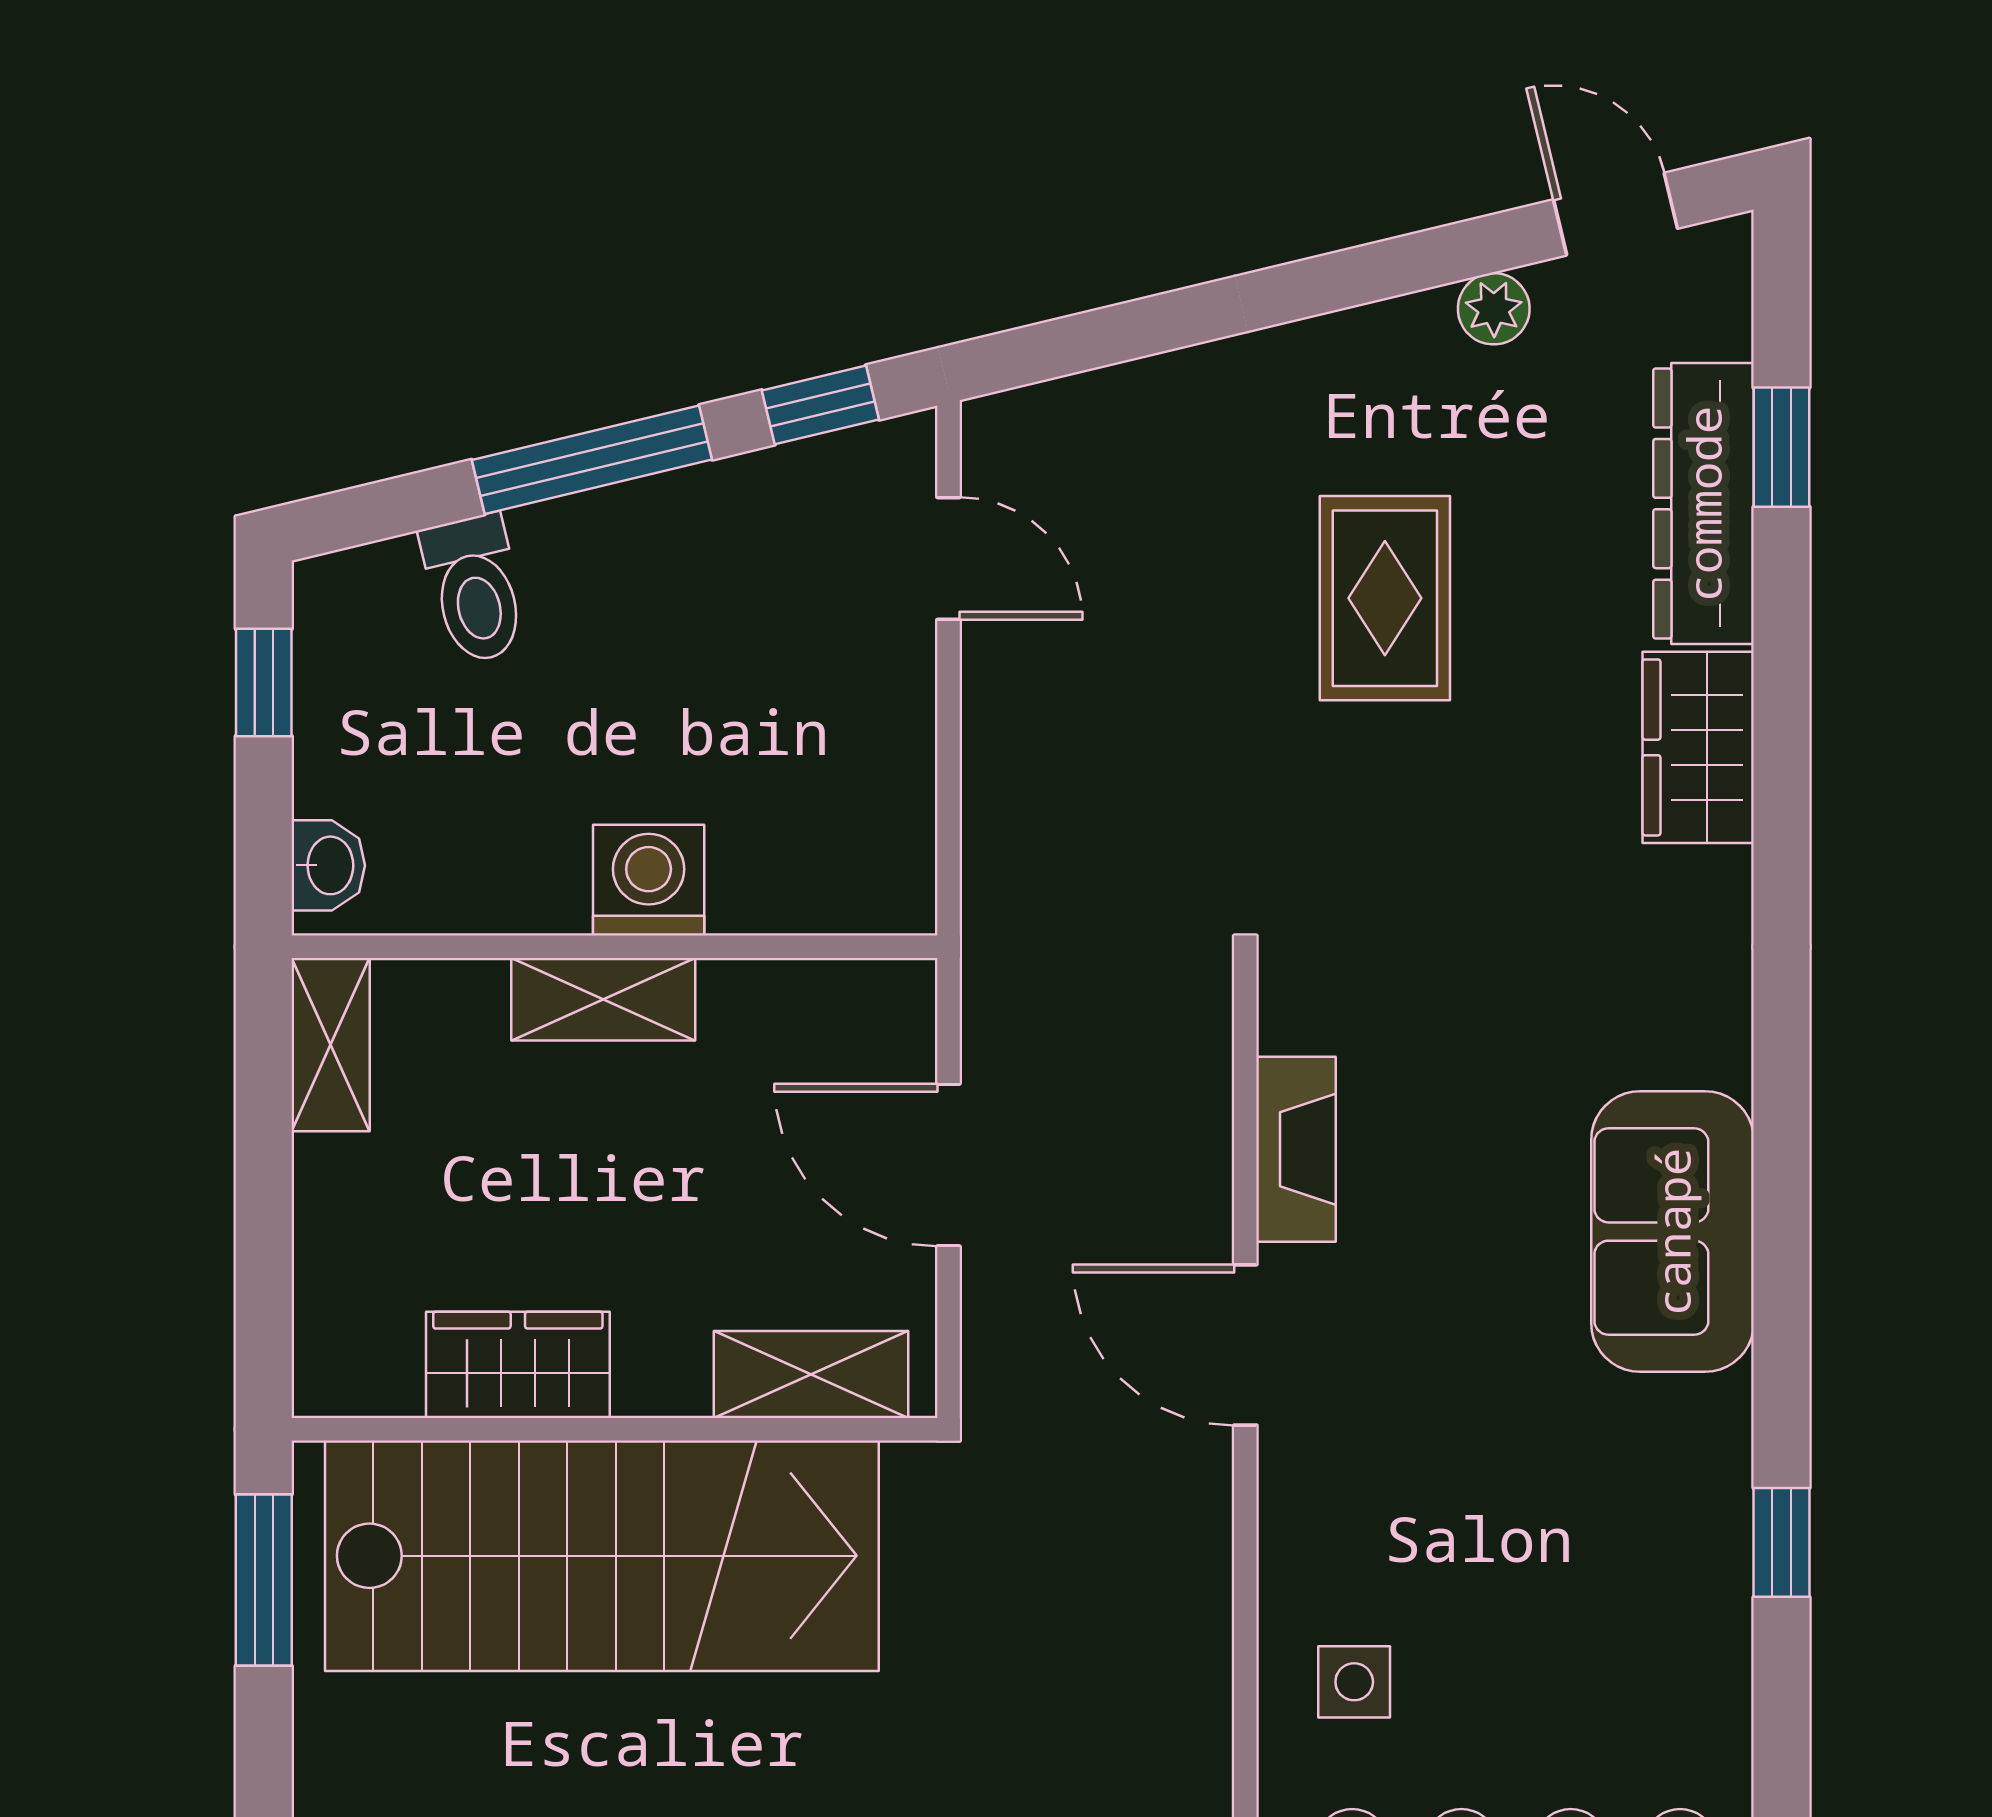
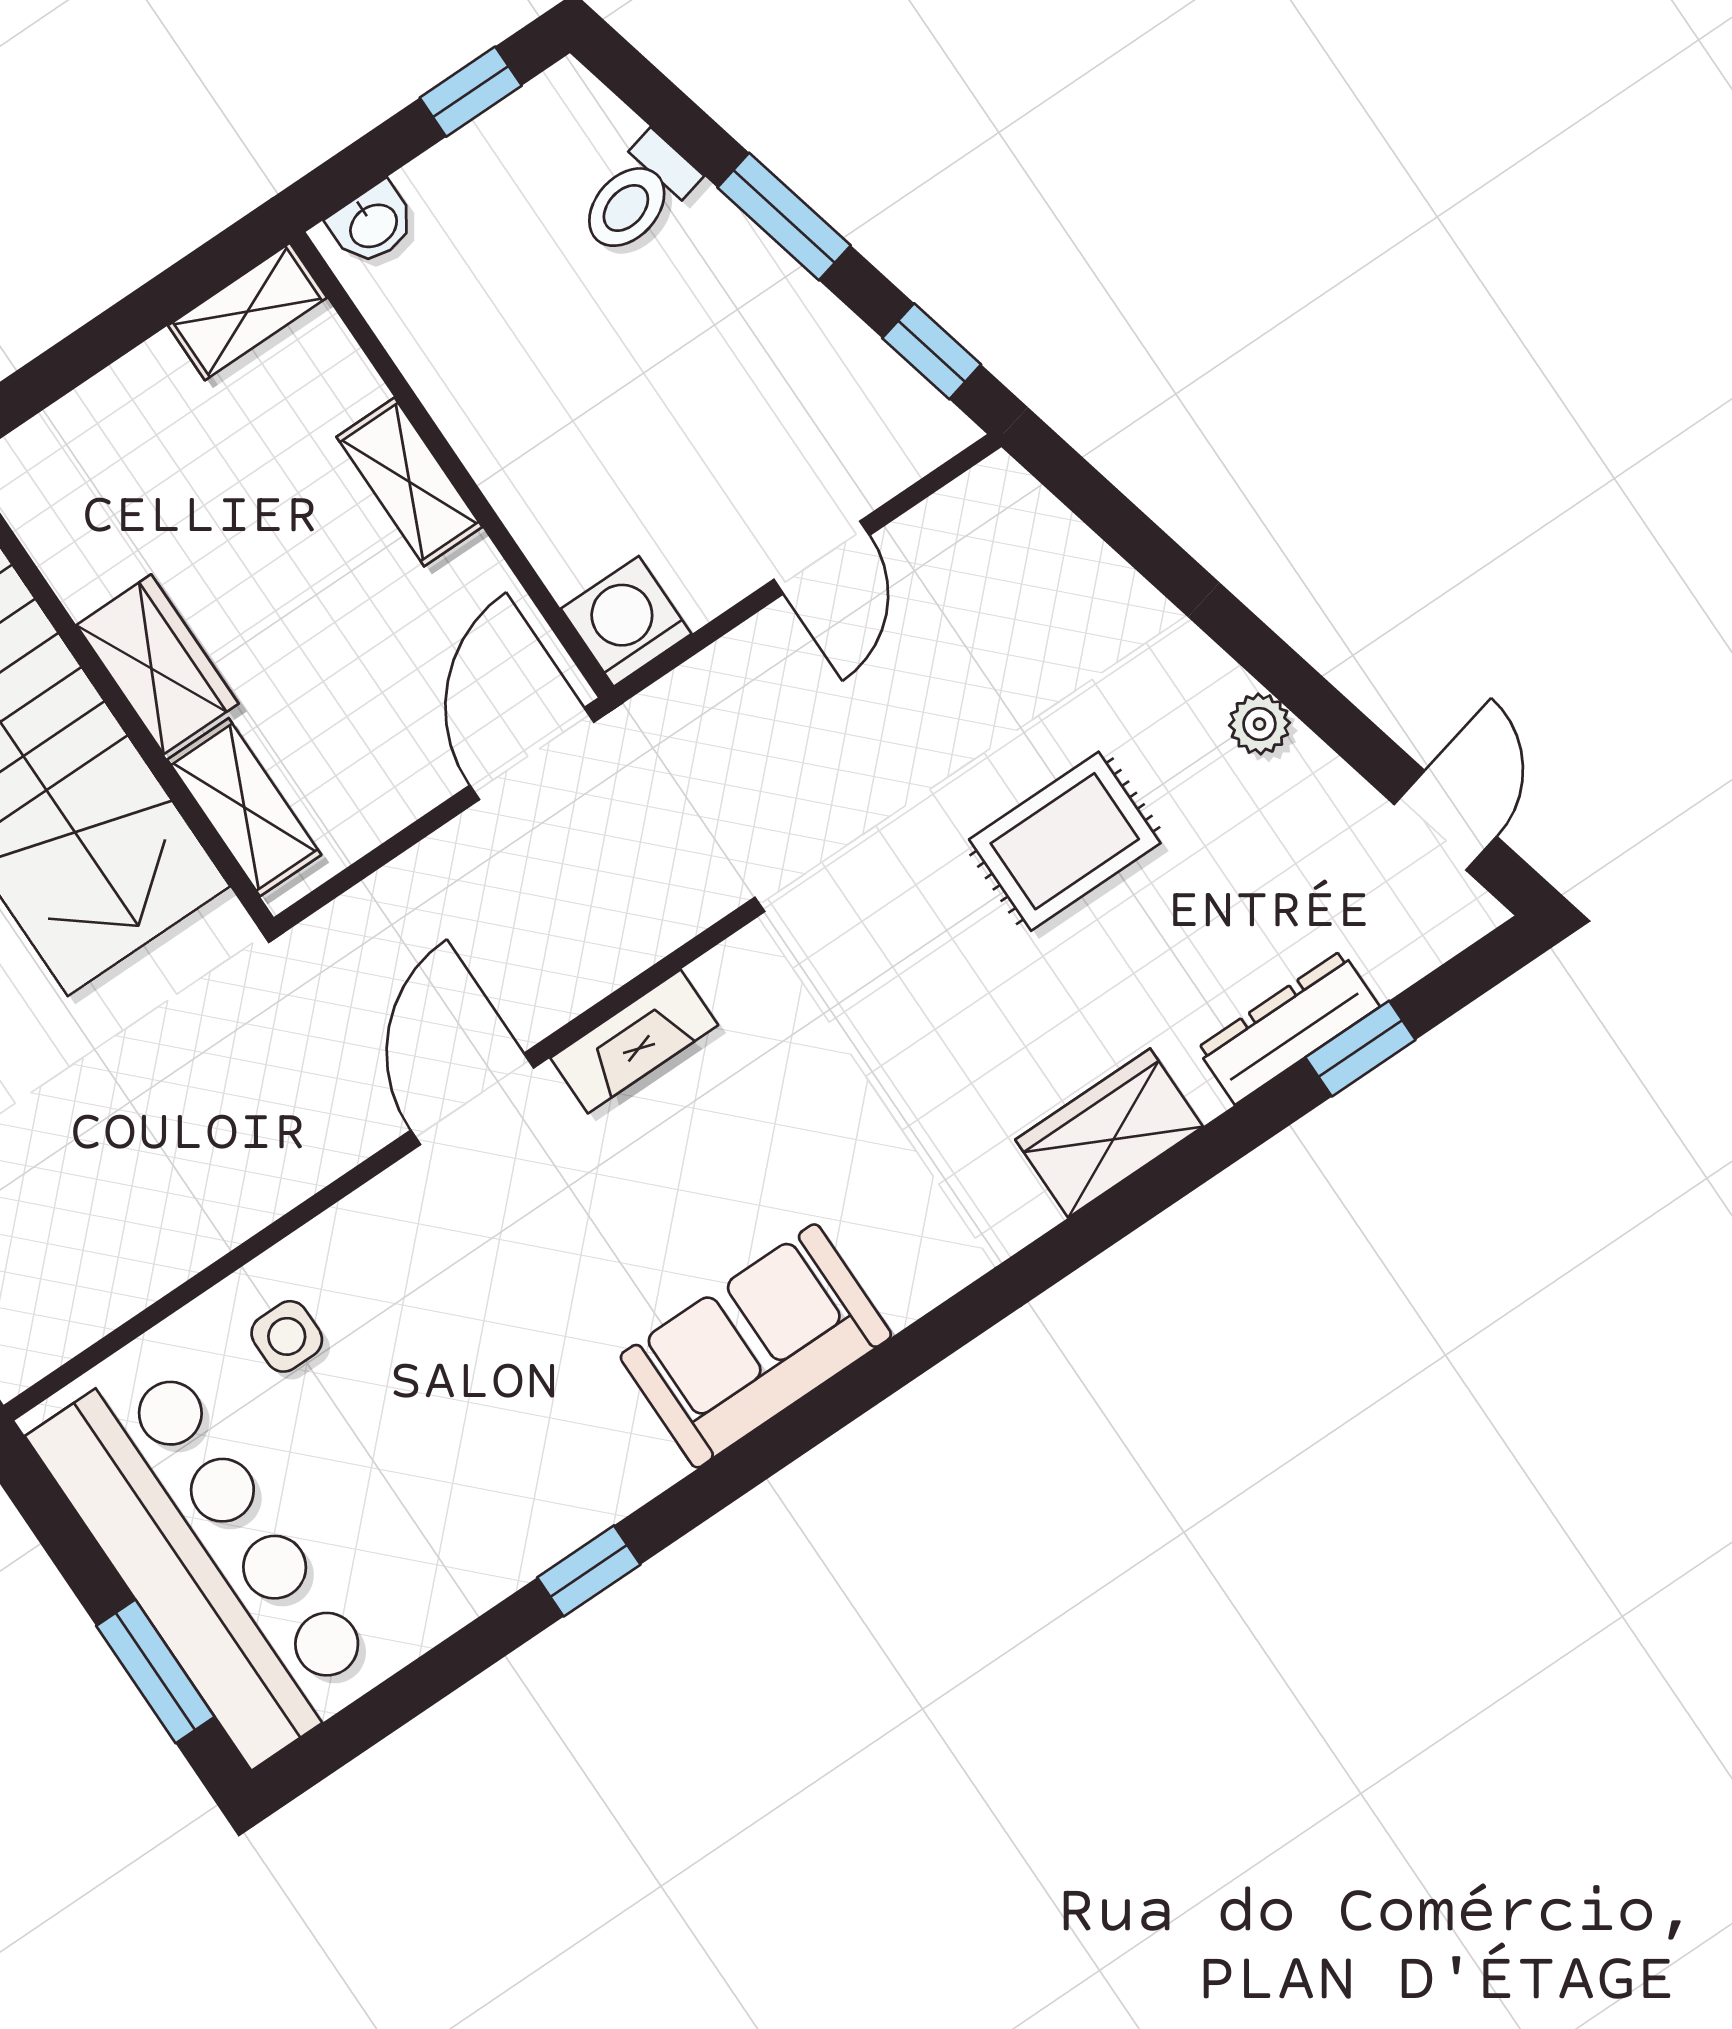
plant: (1494, 309) -> (1259, 724), moved
window: (592, 460) -> (784, 217), width x0.69
dresser: (1703, 504) -> (1288, 1027), width x0.73, depth x0.80
door: (948, 559) -> (822, 557), moved
washing machine: (649, 880) -> (626, 621), moved, turned -90
door: (948, 1165) -> (532, 754), moved
wardrobe: (518, 1365) -> (157, 664), moved

